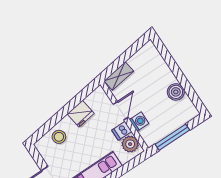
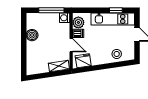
door: (121, 111) -> (71, 45), swing flipped
fridge: (81, 114) -> (83, 61), moved
washing machine: (139, 122) -> (65, 18), moved

